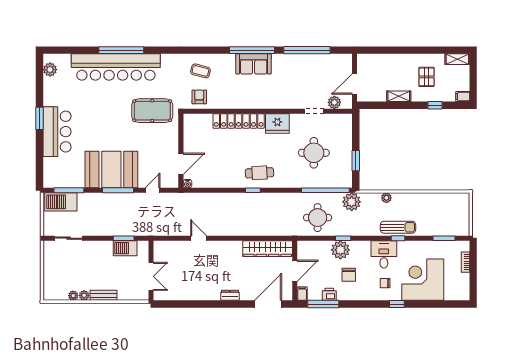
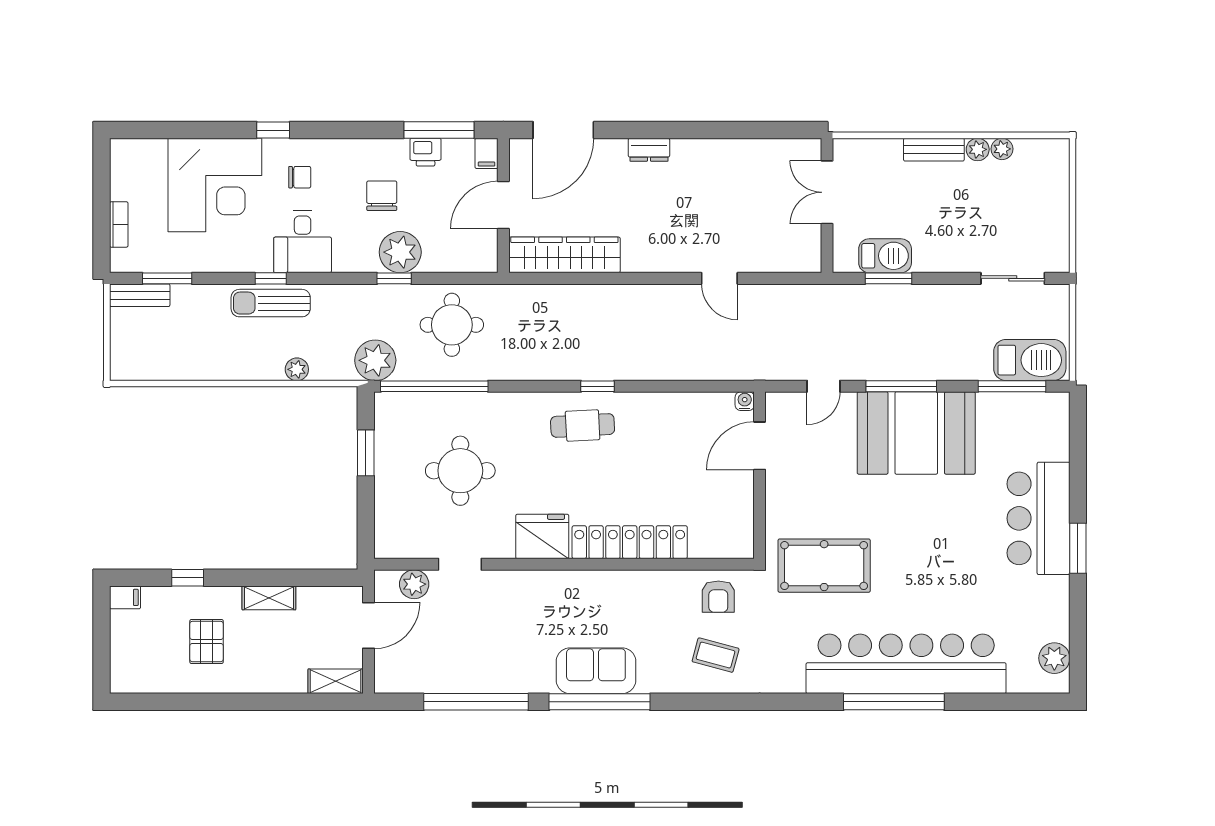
shelving: (457, 59) -> (336, 681), moved
bench: (456, 231) -> (140, 295), added

